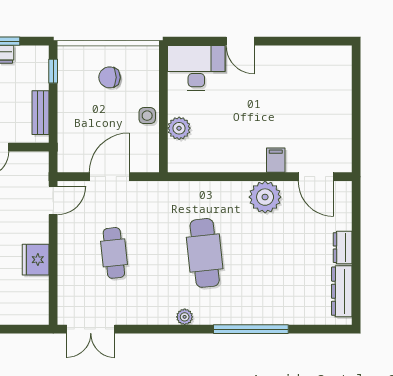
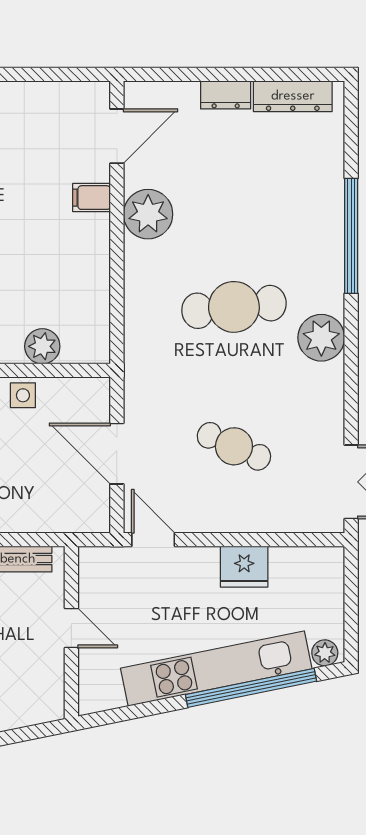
cafe table: (114, 253) -> (234, 446), turned 30
plant: (185, 317) -> (321, 338), width x1.87, depth x1.87

